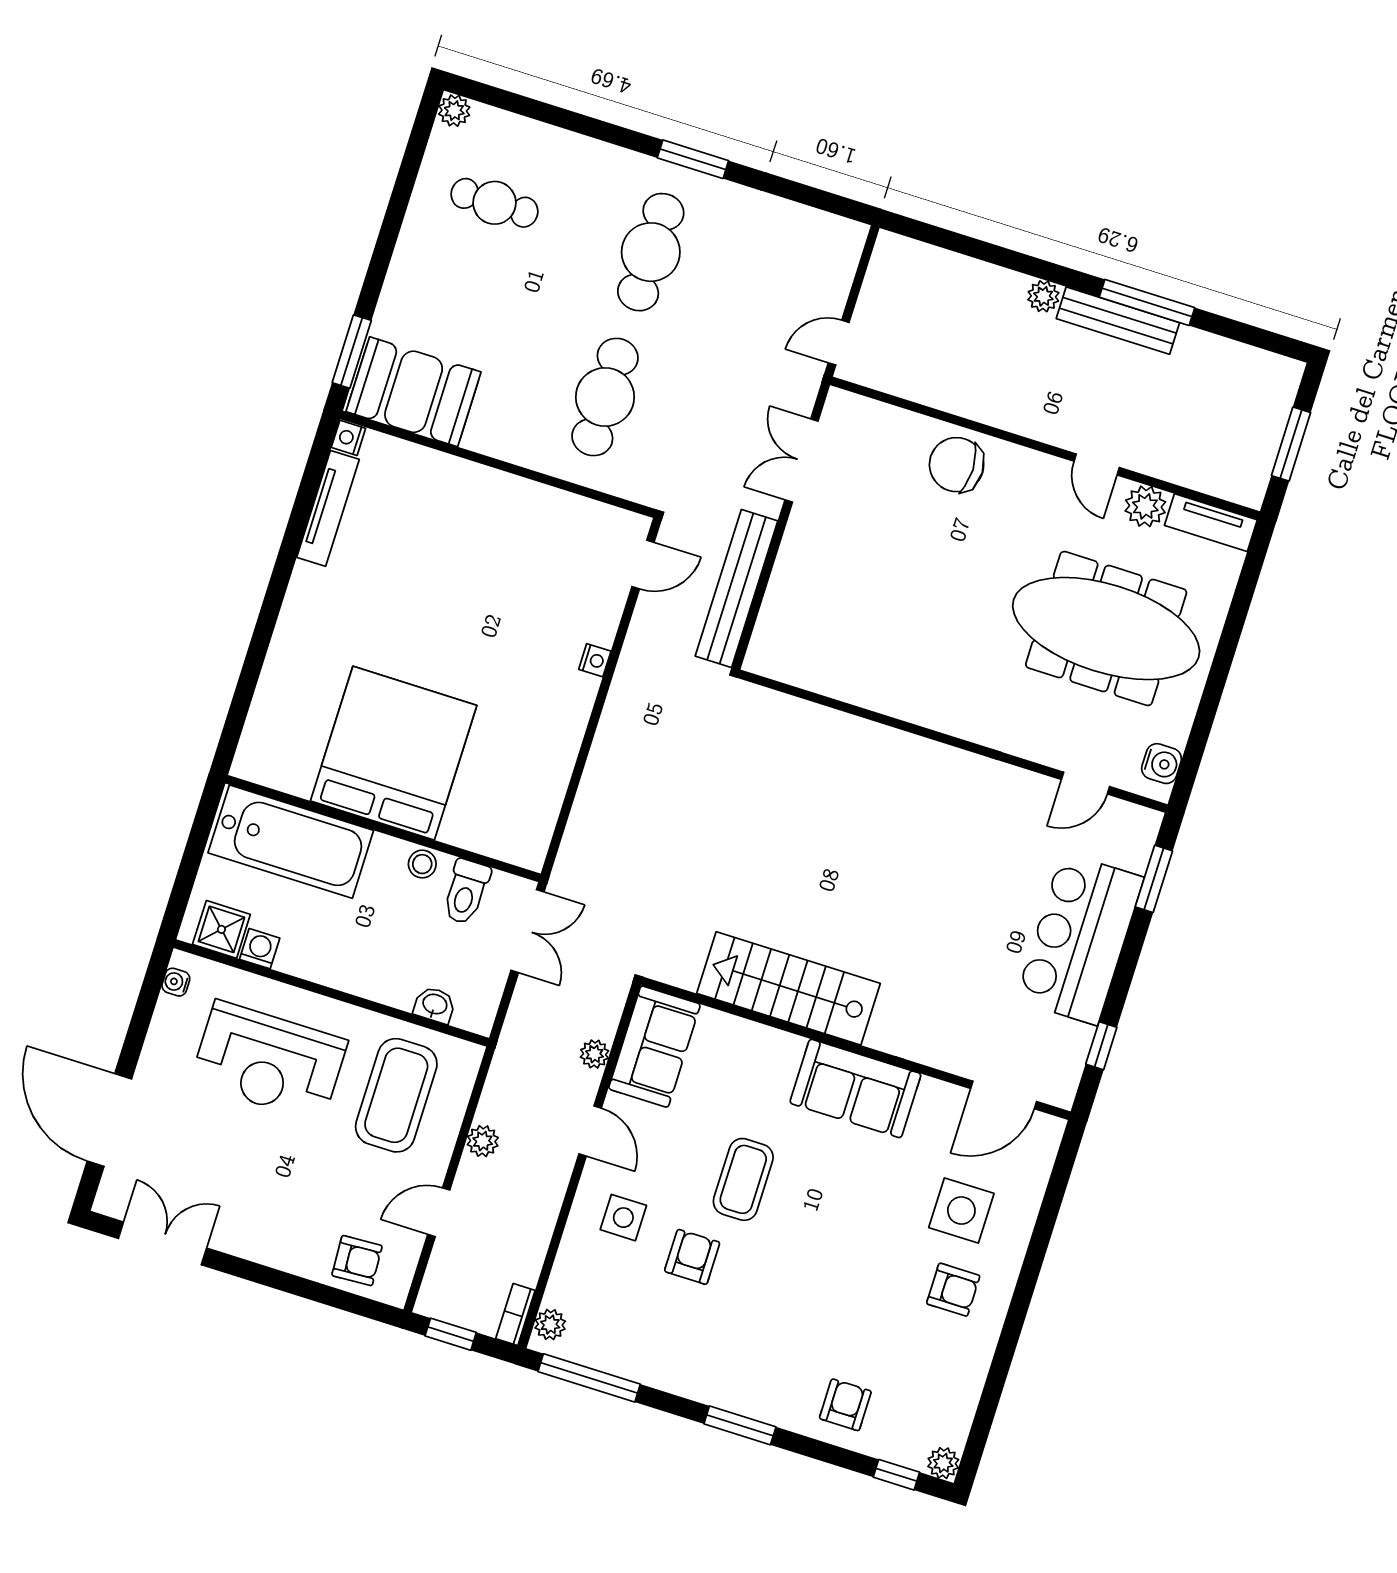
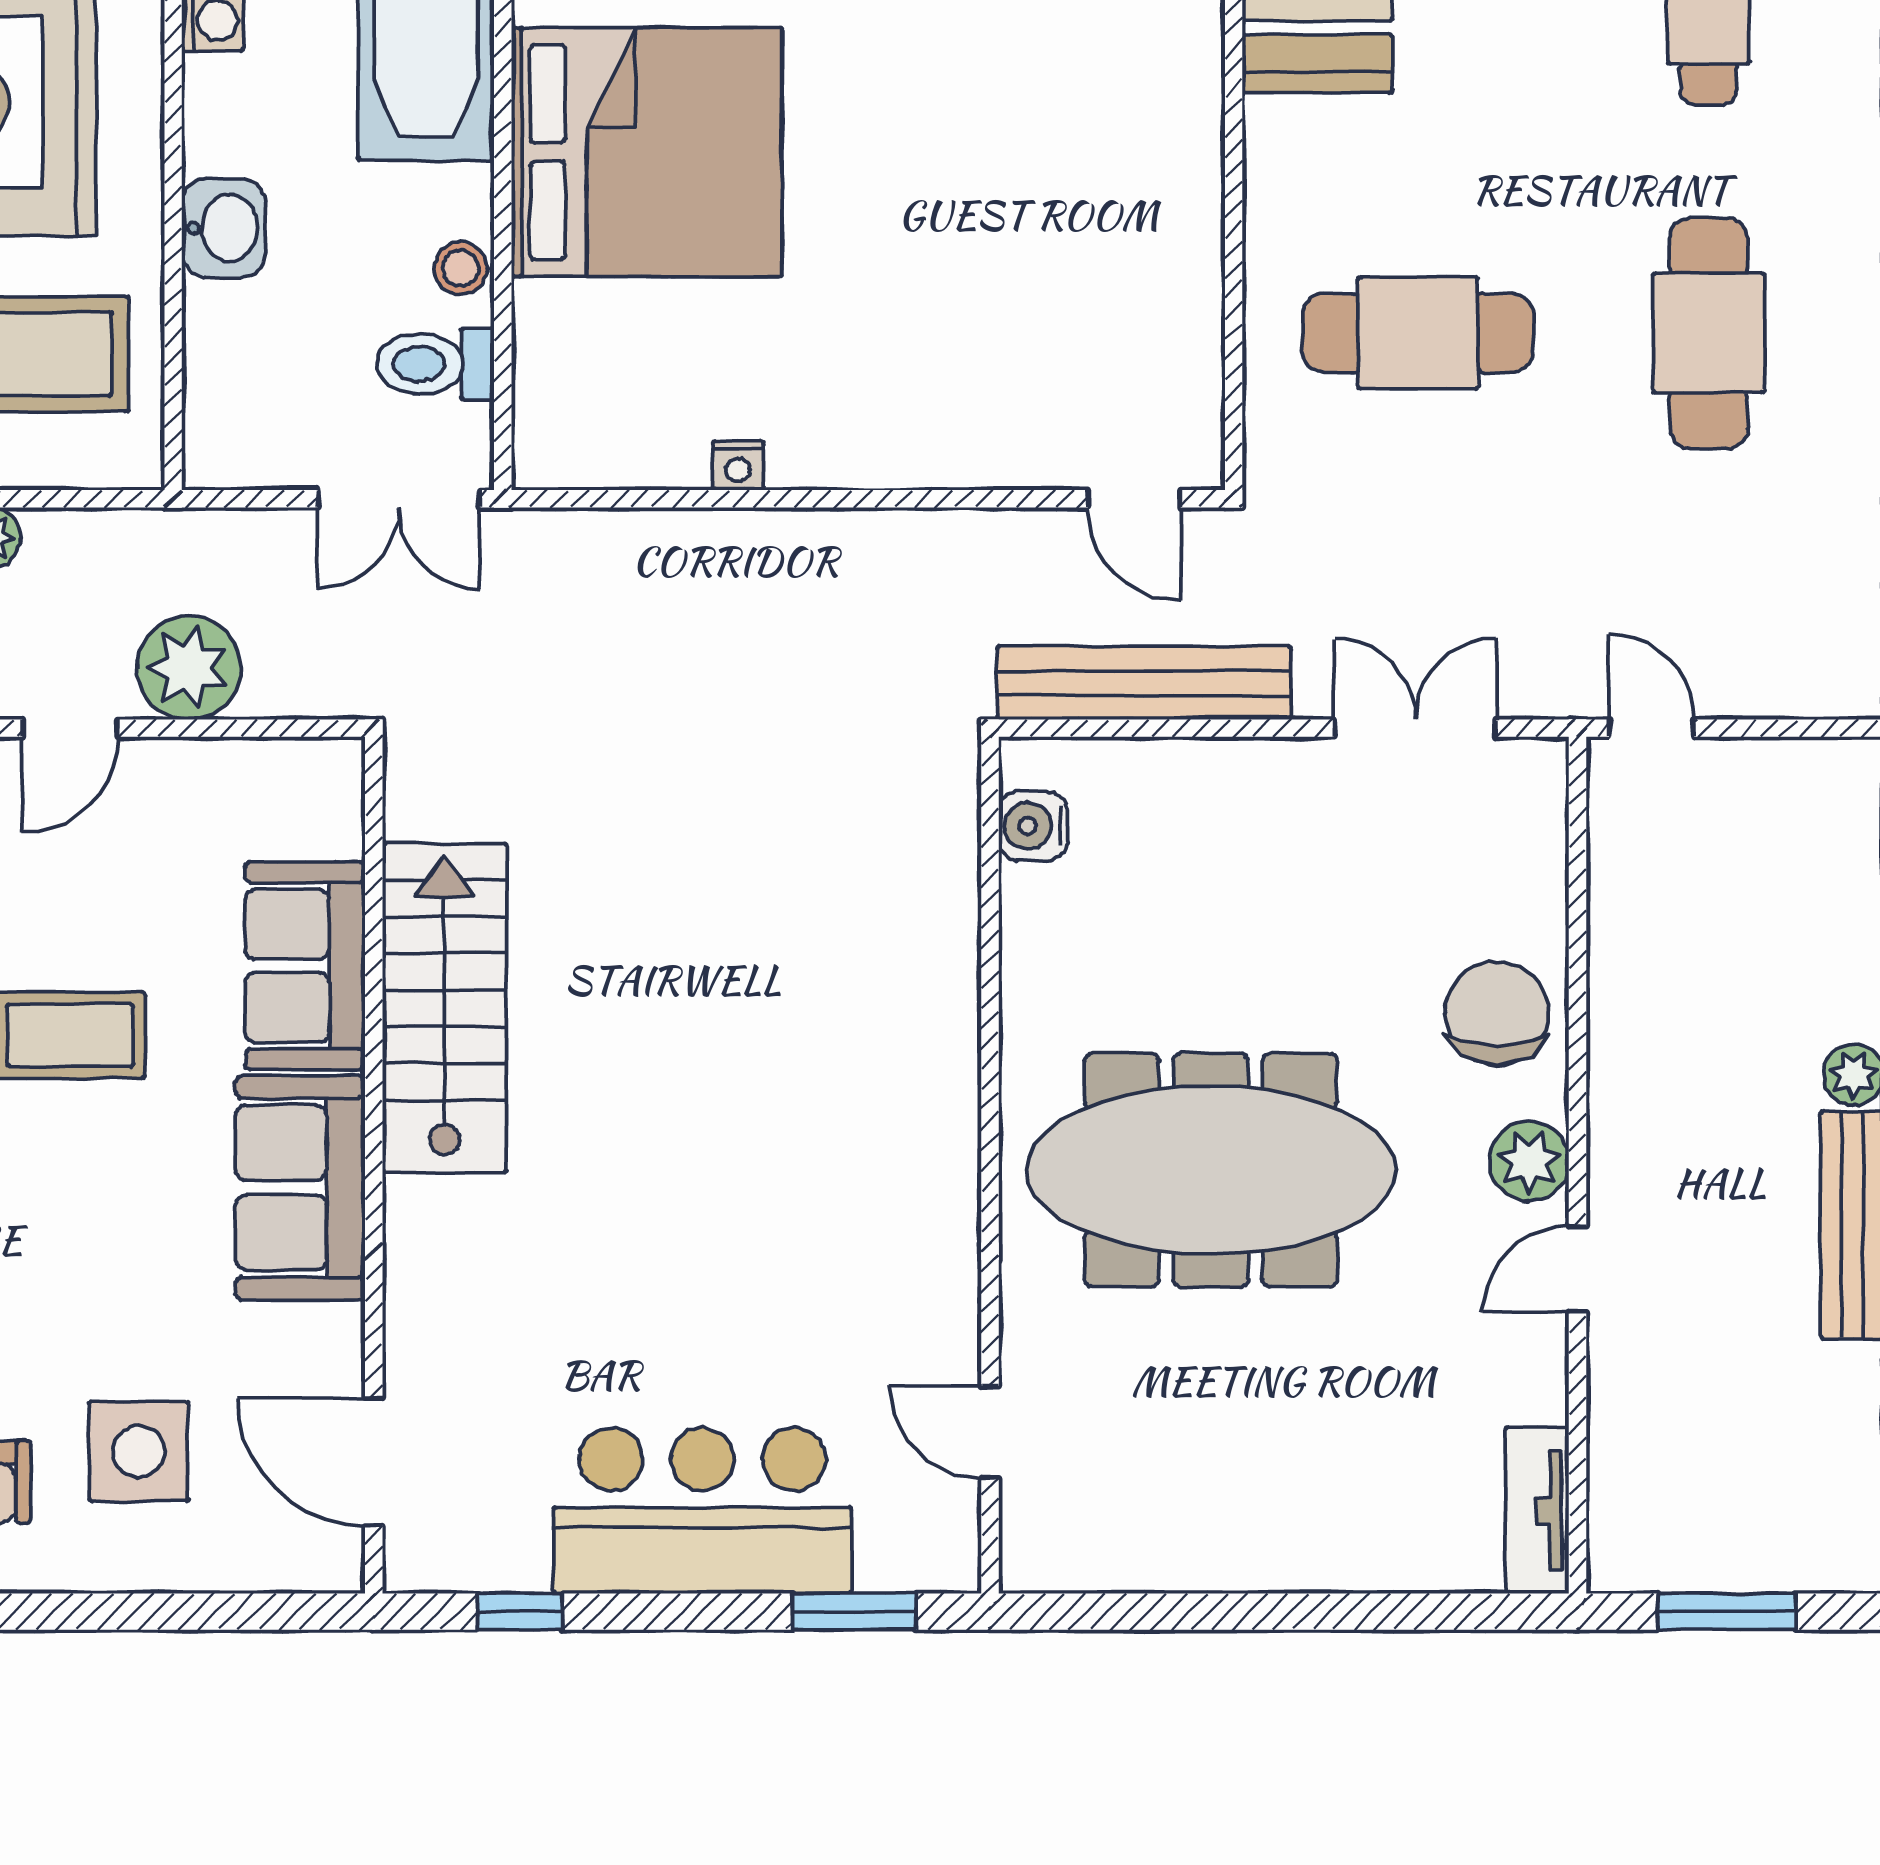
cafe table: (651, 252) -> (1709, 333), turned 90
plant: (1145, 506) -> (1529, 1161), moved
meeting table: (1106, 629) -> (1211, 1170), moved, turned 90
nightstand: (595, 660) -> (738, 466), moved
water cooler: (1162, 764) -> (1033, 826), moved, turned 90
washbasin: (435, 1005) -> (224, 228), moved, width x1.38, depth x1.45
sofa: (654, 1047) -> (305, 966), moved, turned 90
plant: (595, 1054) -> (189, 668), width x1.88, depth x1.88

